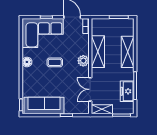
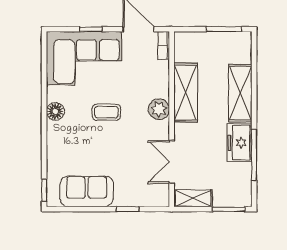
freezer: (127, 91) -> (239, 143), moved
sofa: (44, 106) -> (87, 191), width x0.73

